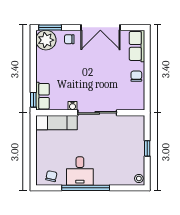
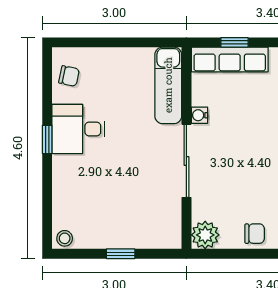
row of seats: (43, 96) -> (230, 60), width x1.48
window: (33, 100) -> (234, 42), moved
plant: (137, 103) -> (205, 235), added
window: (86, 188) -> (47, 139), width x0.32

